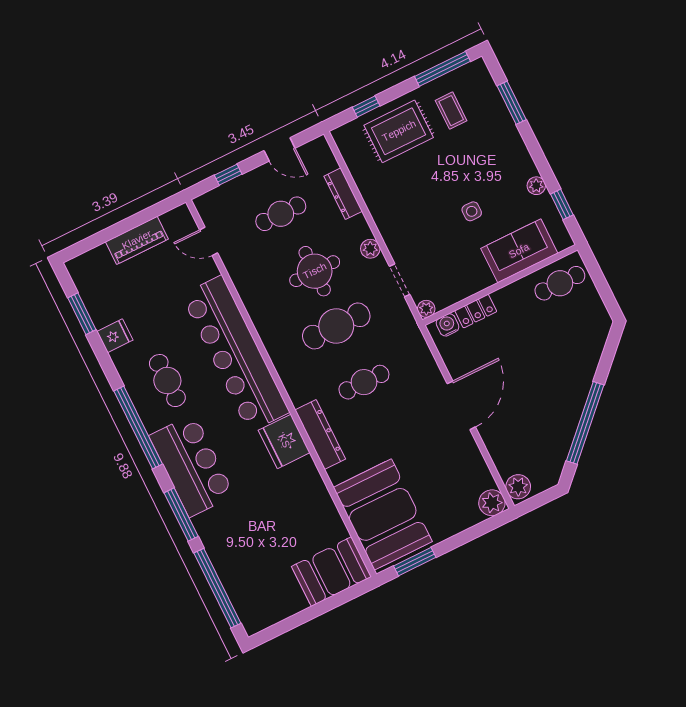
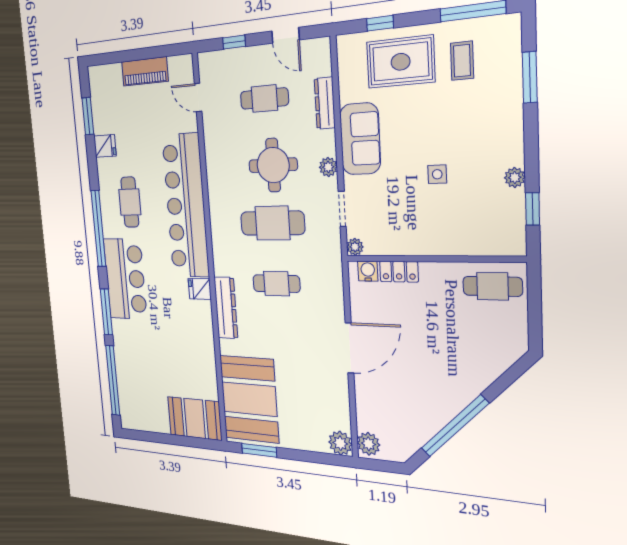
sofa: (519, 251) -> (360, 139), moved, turned 90
fridge: (284, 441) -> (200, 289), width x0.53, depth x0.75

